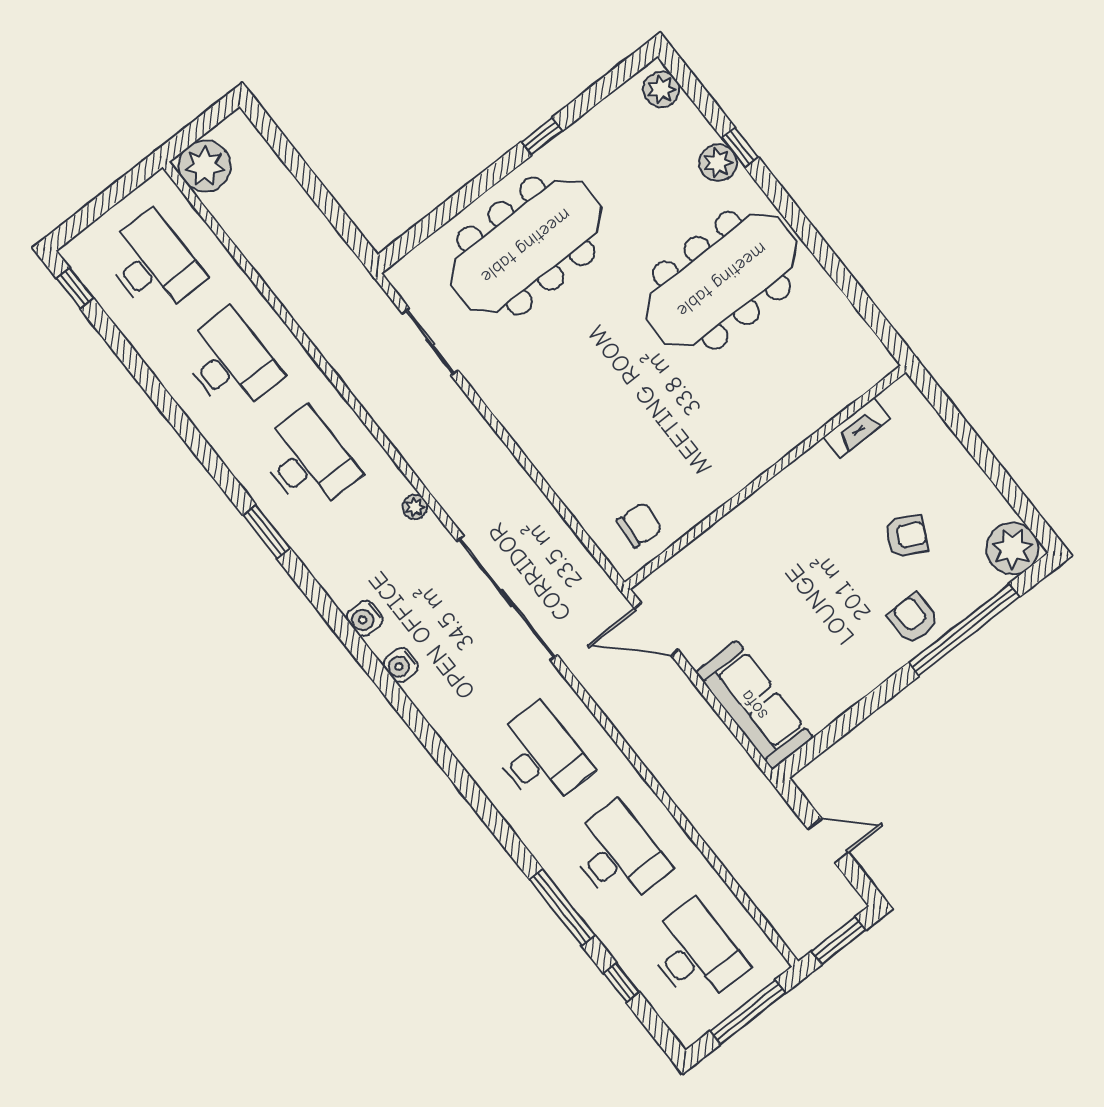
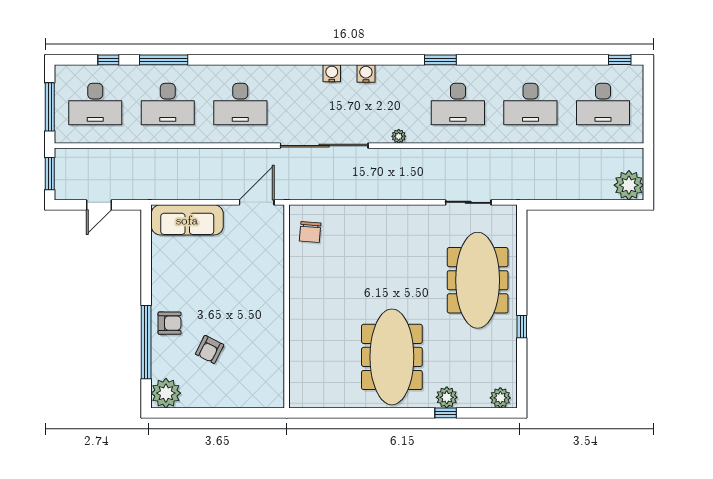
plant: (205, 166) -> (629, 185), moved
fireplace: (857, 428) -> (277, 365), removed

